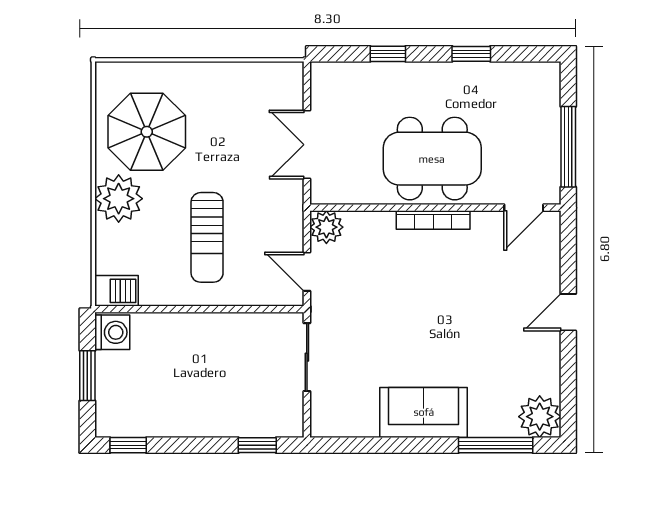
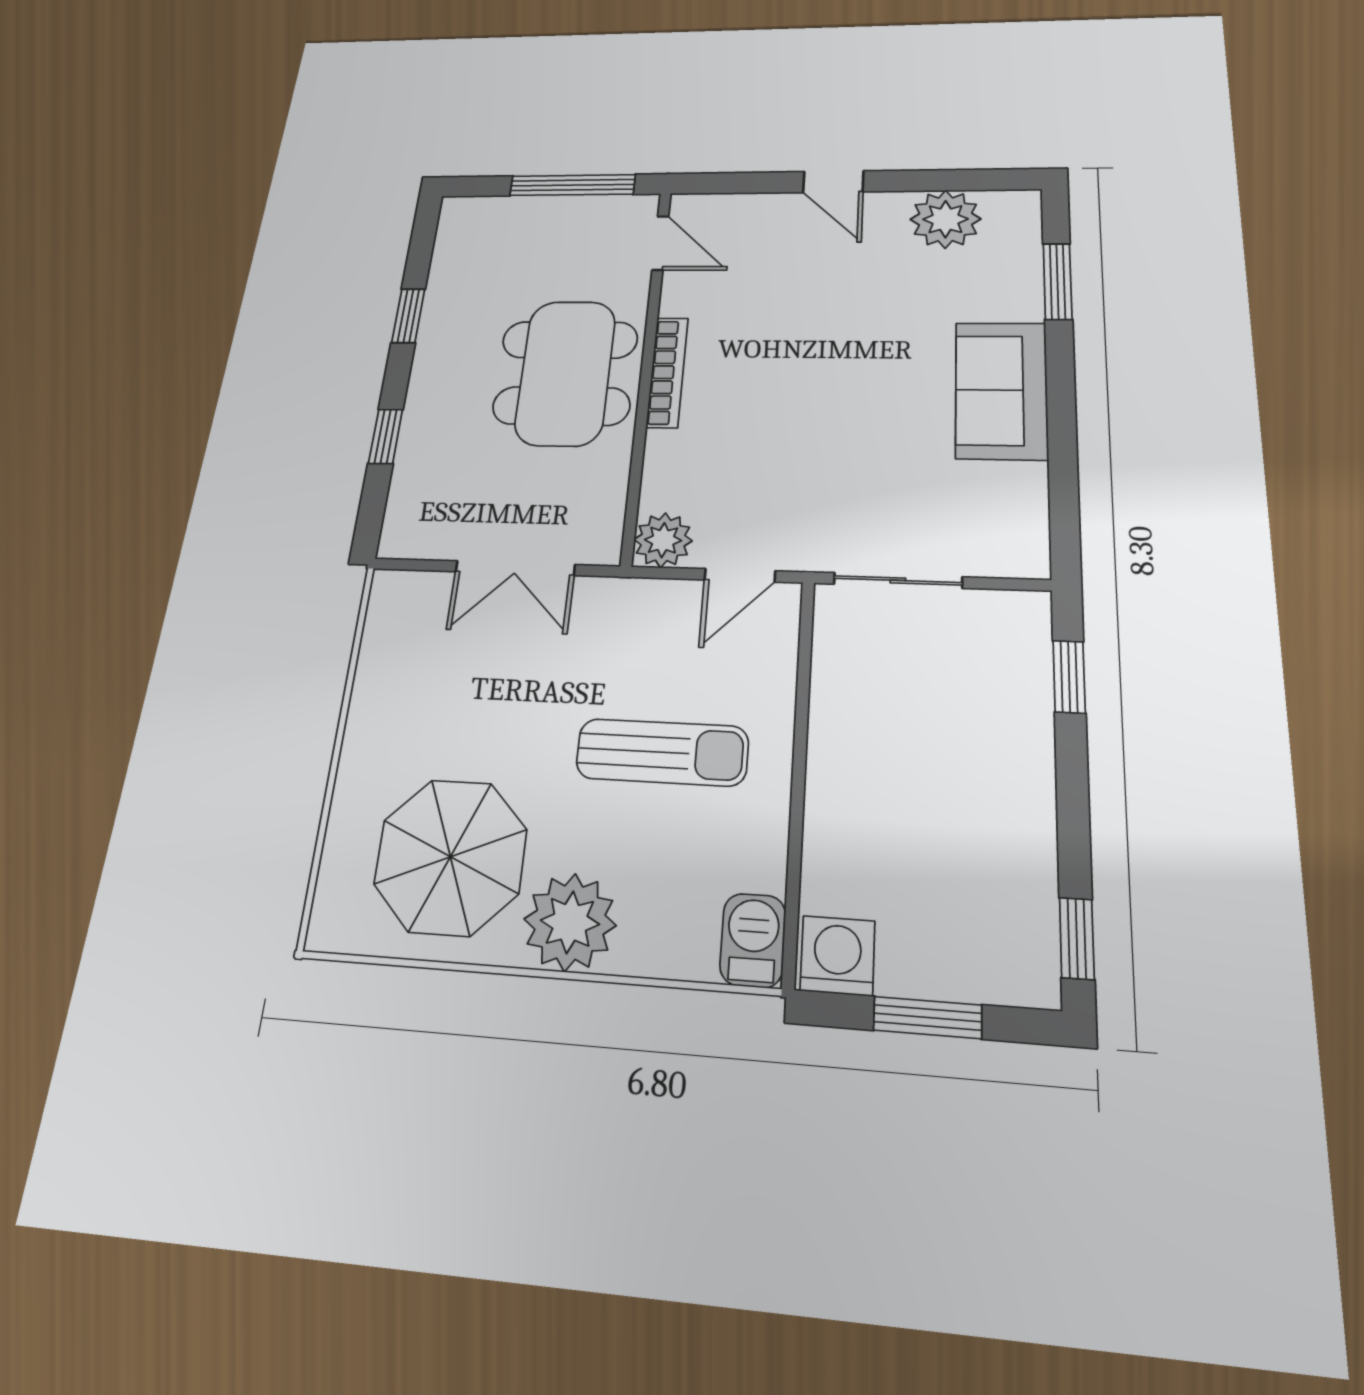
plant: (540, 417) -> (945, 219), moved
window: (496, 445) -> (1058, 281), width x0.69

